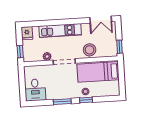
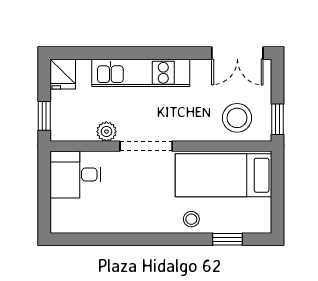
stool: (90, 50) -> (237, 118), moved
desk: (35, 90) -> (76, 174), moved, turned 90
window: (86, 100) -> (228, 239), moved
window: (62, 102) -> (135, 239), removed

